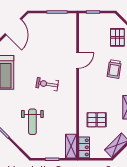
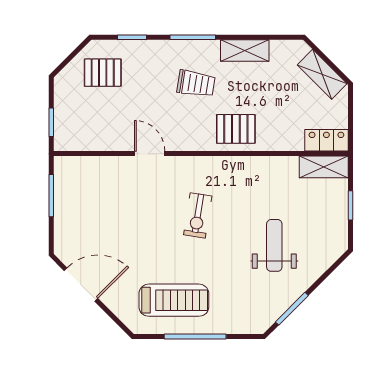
trolley: (114, 69) -> (196, 84), moved
pallet: (97, 120) -> (236, 129), moved, turned 90
weight bench: (32, 122) -> (274, 245), turned -90

